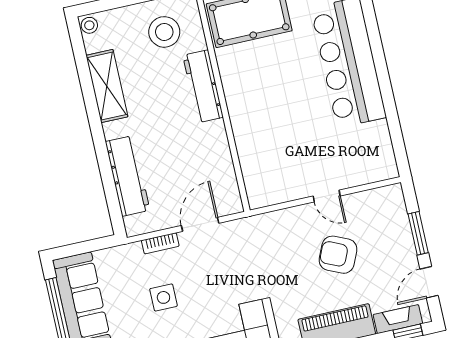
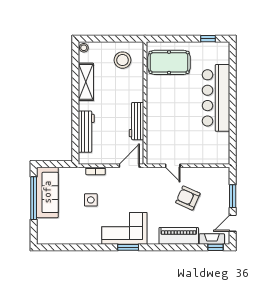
workbench: (203, 86) -> (137, 121), moved
door: (327, 196) -> (173, 166), moved
door: (200, 224) -> (129, 166), moved

